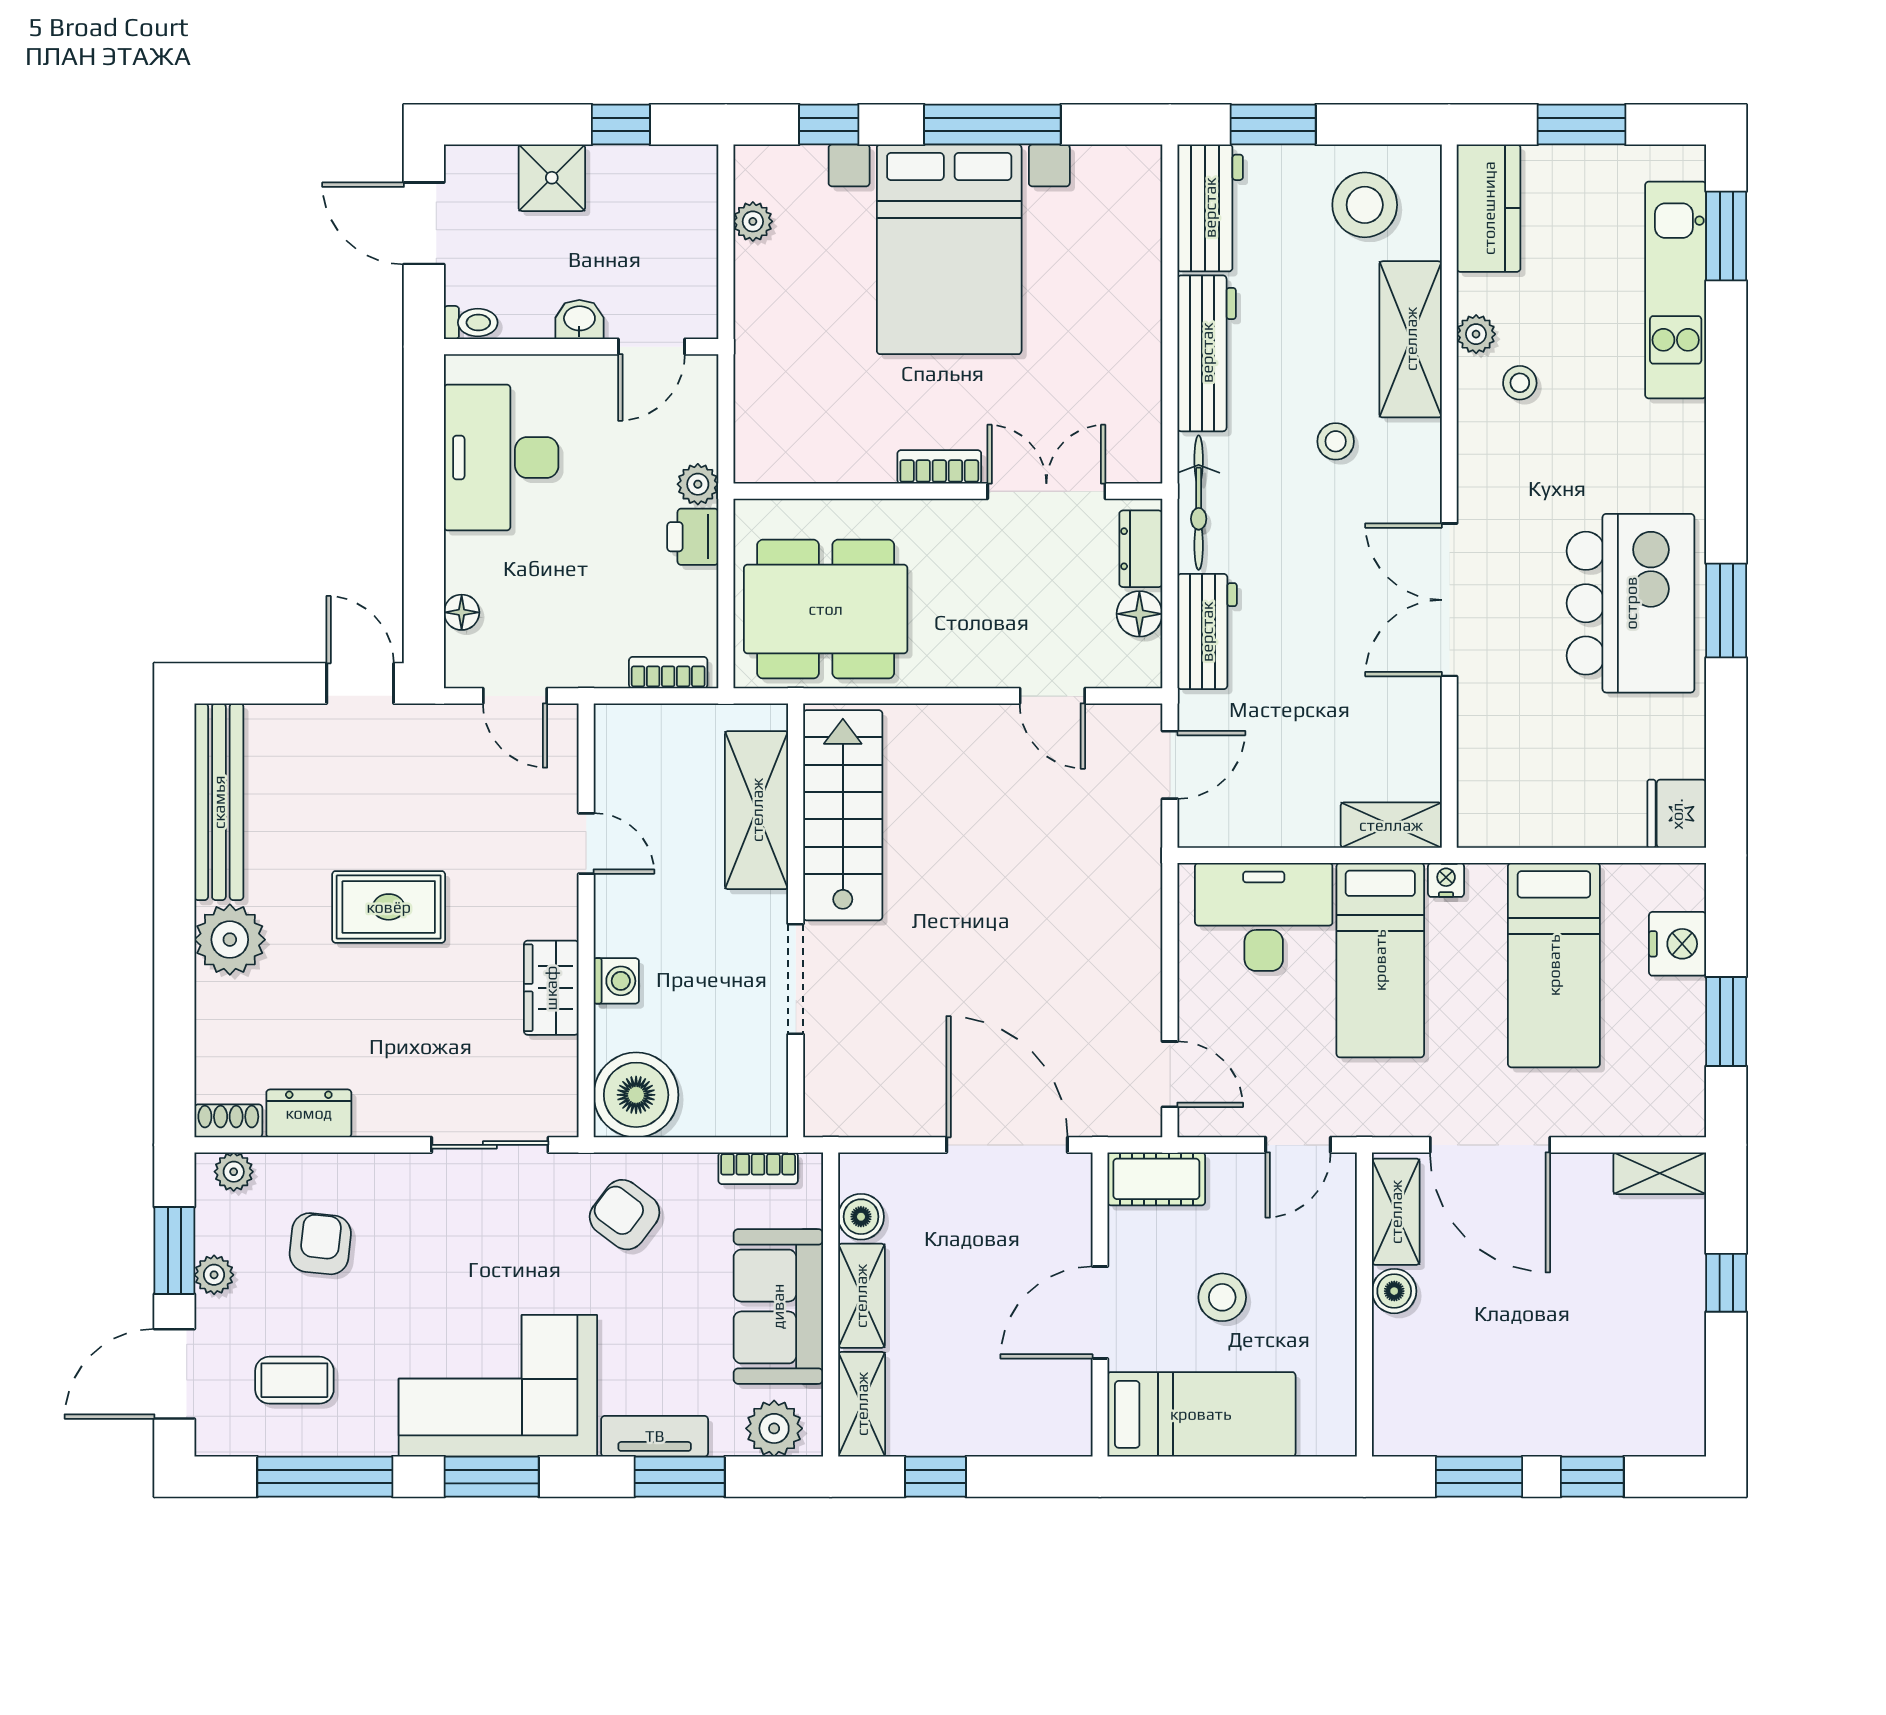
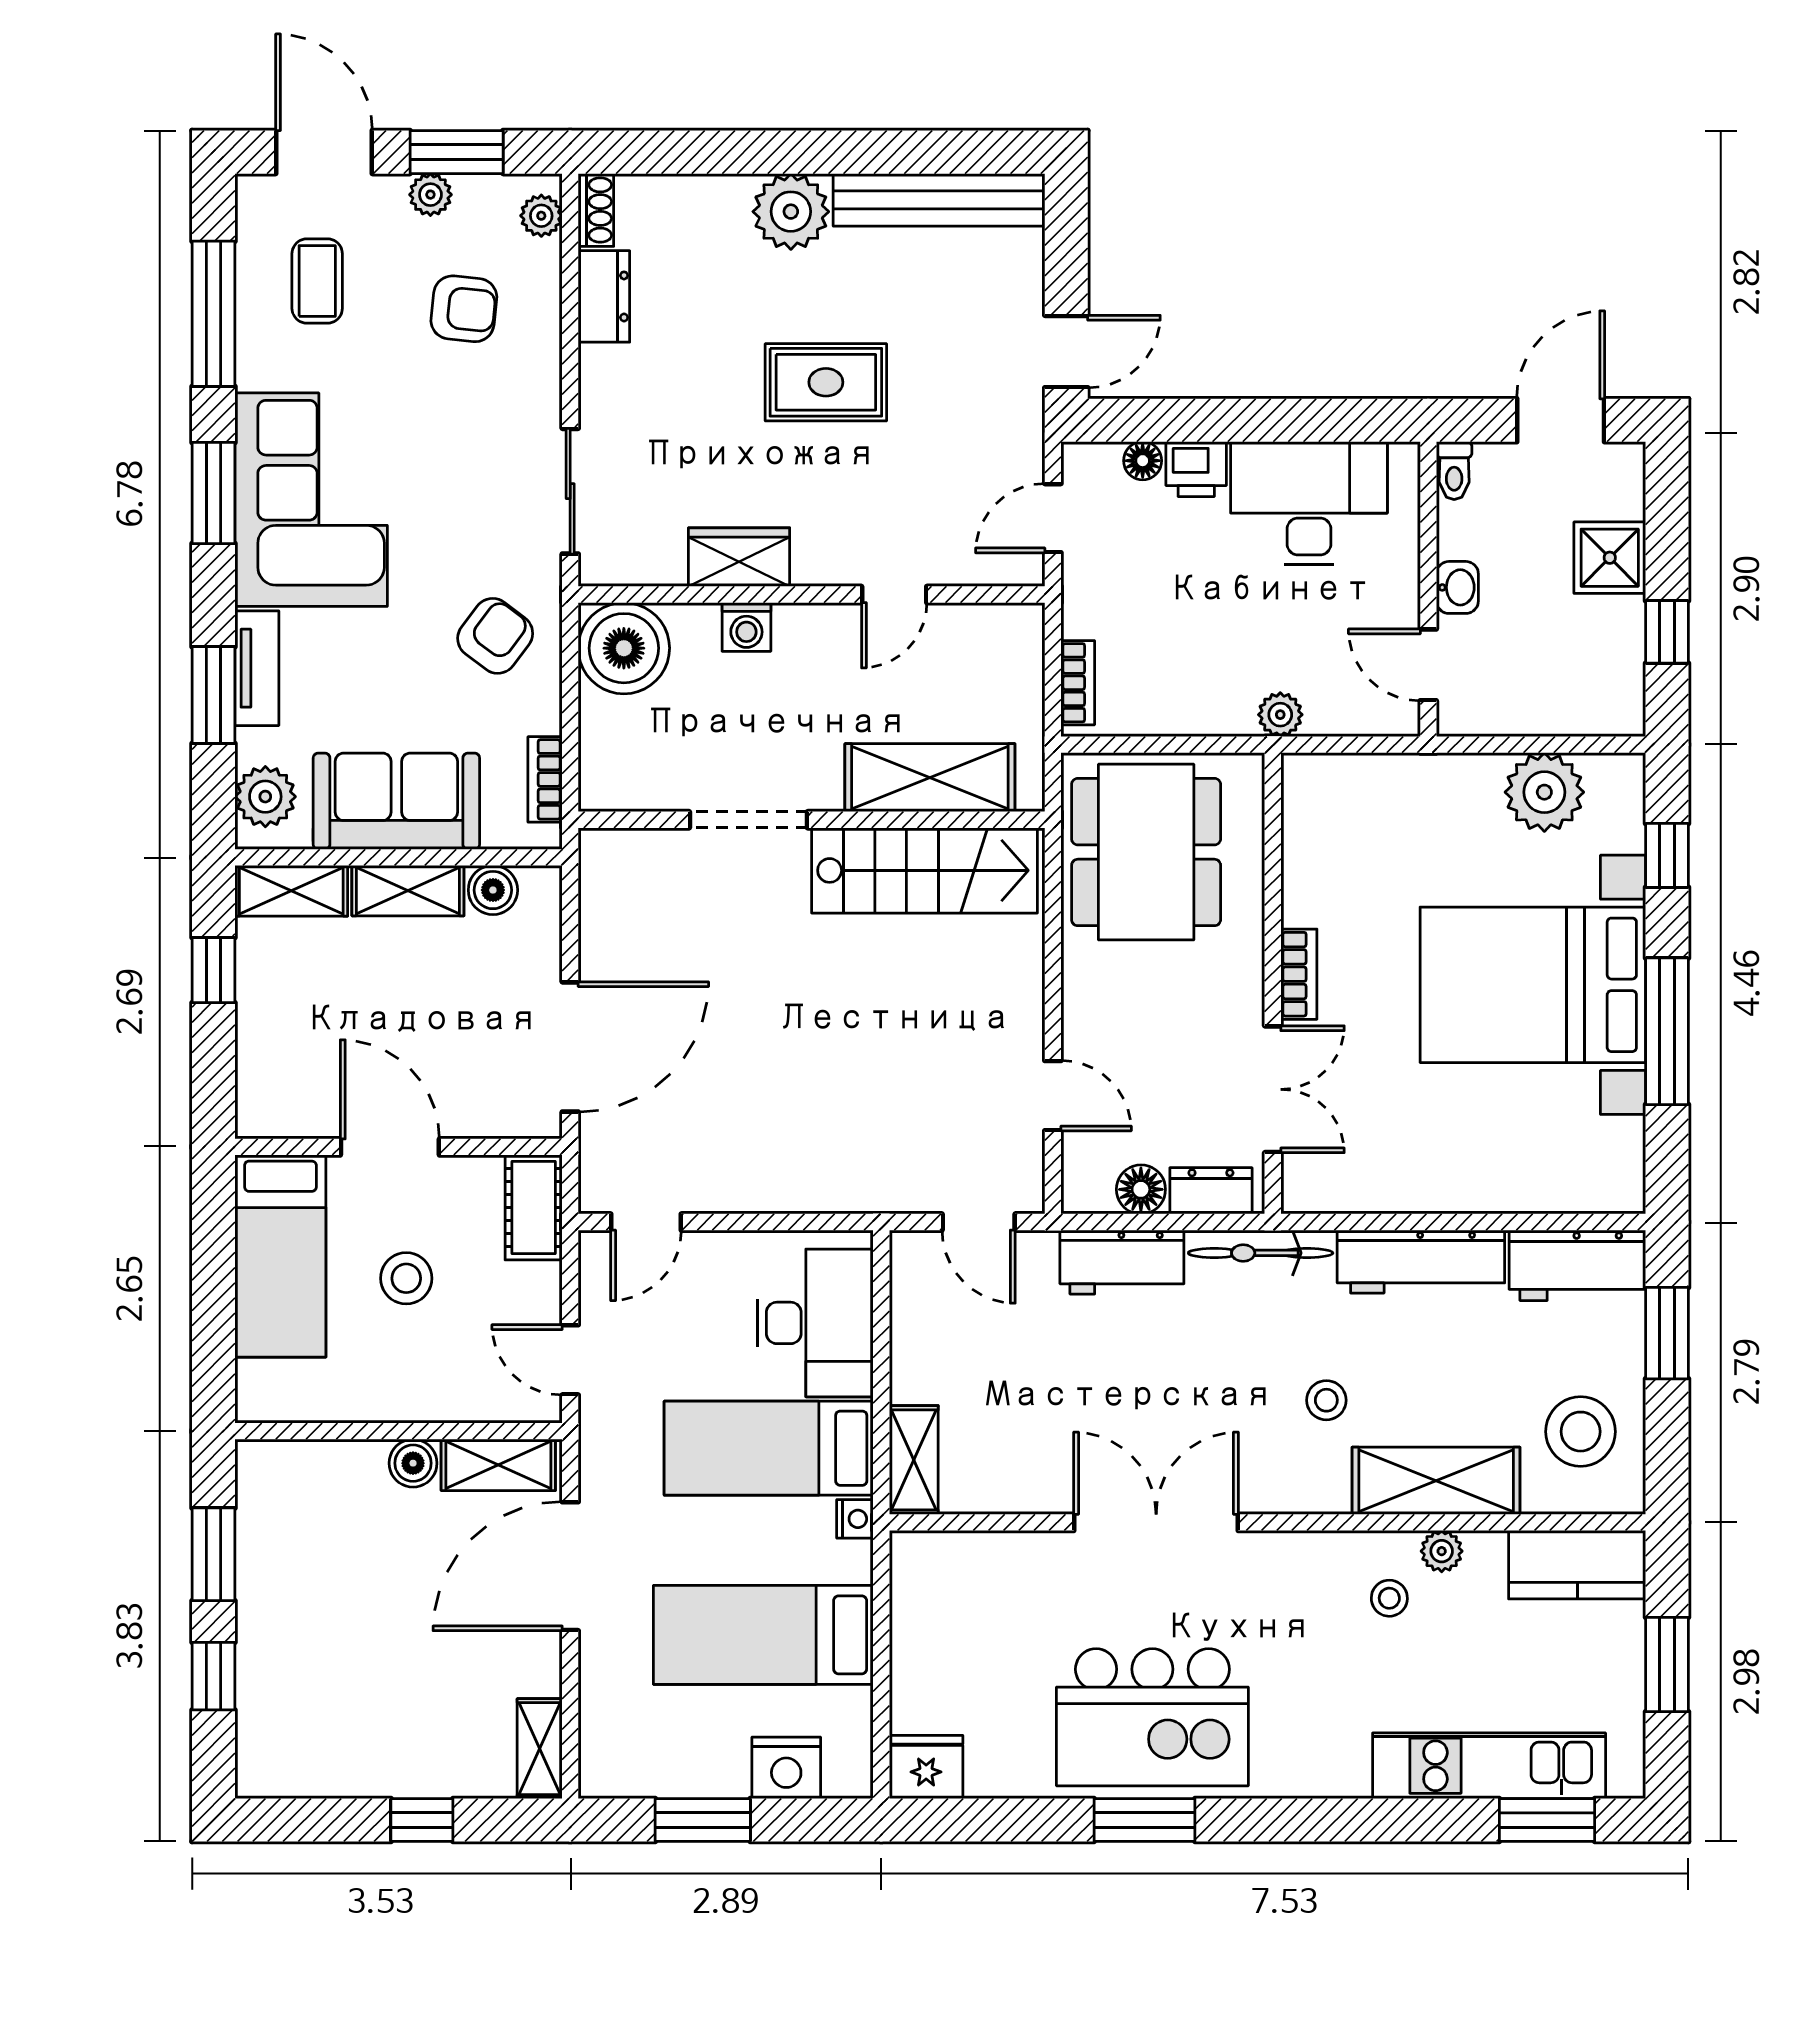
plant: (753, 221) -> (1544, 792), width x1.88, depth x1.88
printer: (693, 537) -> (1196, 469), moved, turned 180
door: (1052, 696) -> (1053, 1096), swing flipped
rug: (389, 907) -> (826, 382), turned 90

